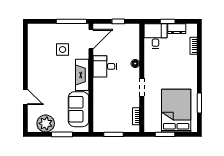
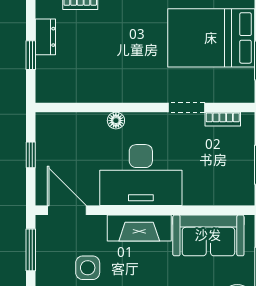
window: (71, 21) -> (31, 250), width x0.69
desk: (155, 36) -> (60, 80), removed
desk: (105, 66) -> (141, 175), width x1.87, depth x1.30
doorway: (142, 87) -> (186, 108), moved

